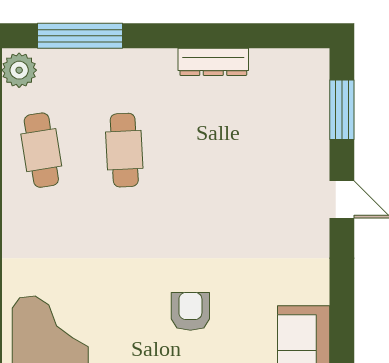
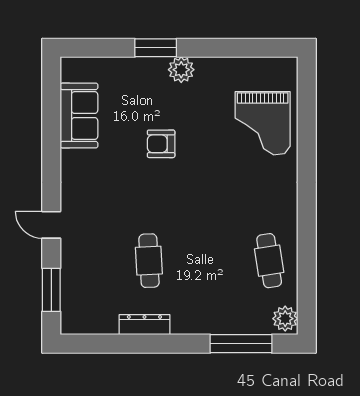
cafe table: (124, 150) -> (149, 261), moved
armchair: (190, 311) -> (161, 144), turned 90

